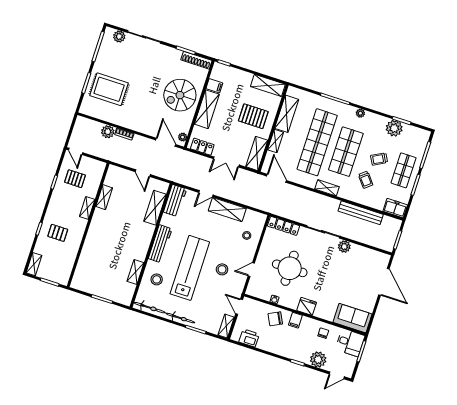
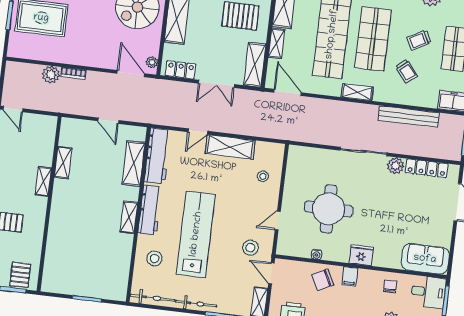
pallet: (75, 179) -> (20, 275), moved, turned 90
workbench: (175, 200) -> (157, 156), width x1.38
locker: (284, 226) -> (427, 168), moved
stool: (222, 269) -> (250, 248), moved
shelving: (136, 272) -> (129, 217), moved

